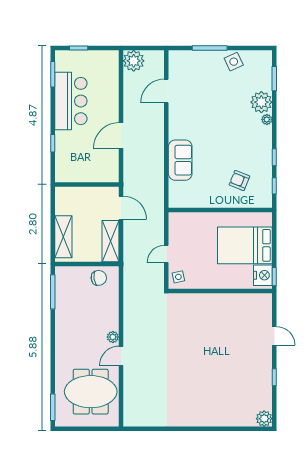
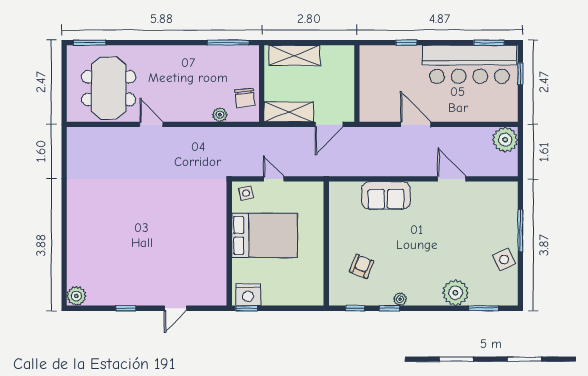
door: (166, 91) -> (452, 179), moved
bar counter: (71, 101) -> (469, 64), width x1.36
plant: (267, 119) -> (400, 299), moved
bed: (245, 245) -> (265, 235), moved, turned 90
plant: (113, 337) -> (220, 115), moved

